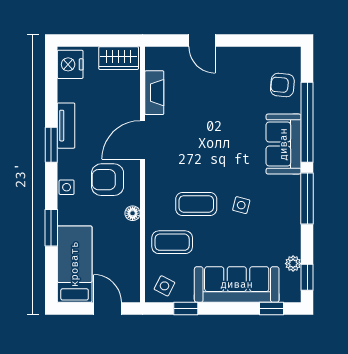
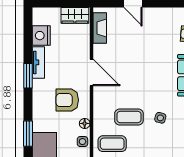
nightstand: (70, 64) -> (41, 36), moved
fireplace: (154, 93) -> (100, 28), moved
door: (142, 140) -> (92, 72), swing flipped
side table: (67, 187) -> (82, 142), moved

